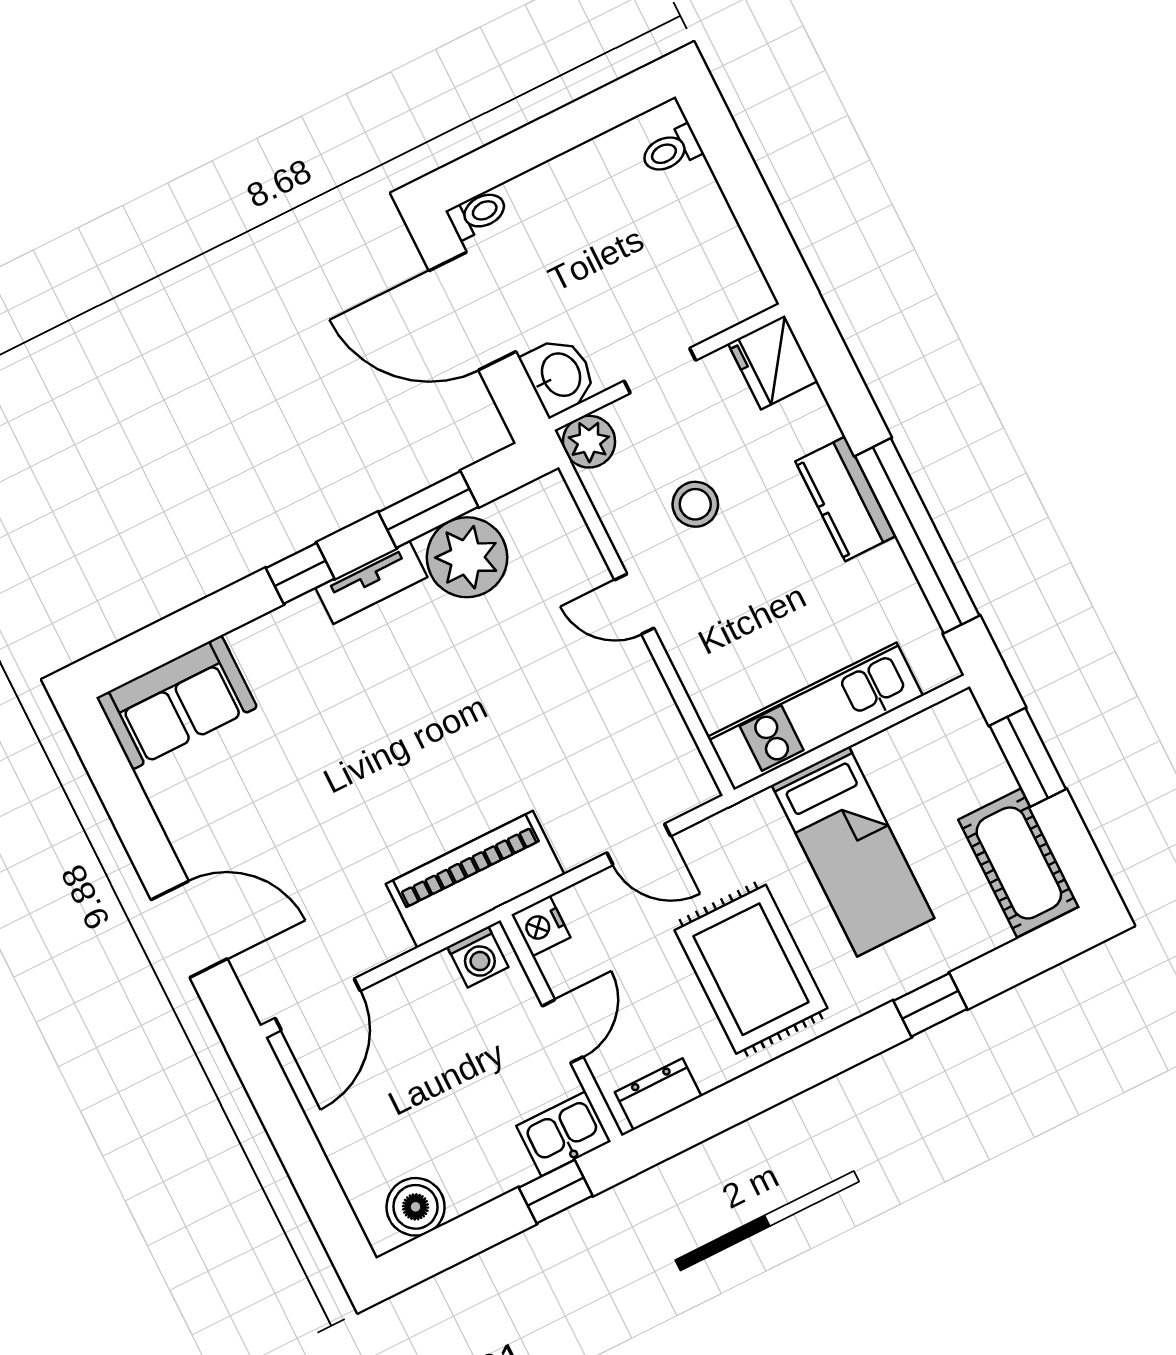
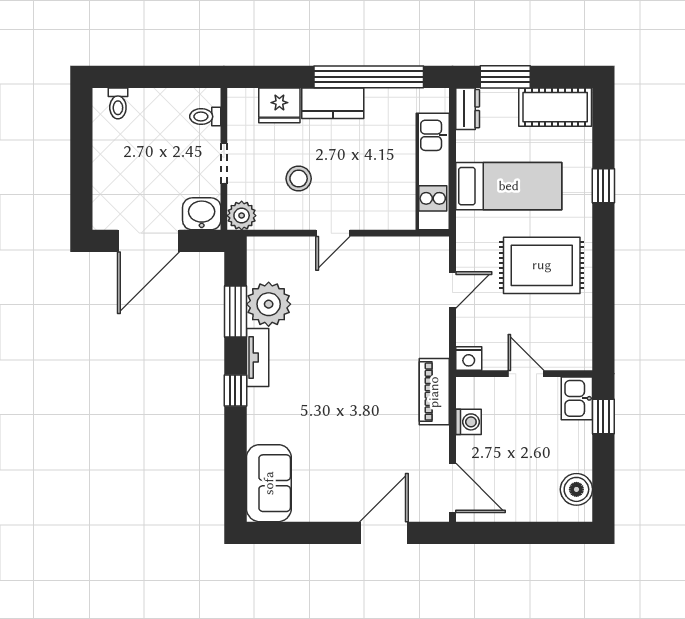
toilet: (478, 214) -> (205, 117), moved, turned -90
fridge: (773, 362) -> (279, 105), moved
piano: (475, 879) -> (434, 392), width x0.73, depth x0.75
washing machine: (478, 957) -> (468, 422), moved
dresser: (658, 1094) -> (468, 109), moved, turned 180

